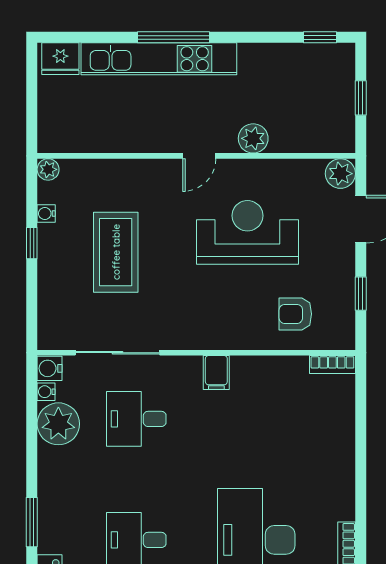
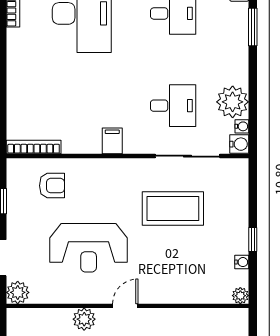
coffee table: (116, 252) -> (173, 209), moved, turned 90
bookcase: (332, 365) -> (34, 147), width x1.56

